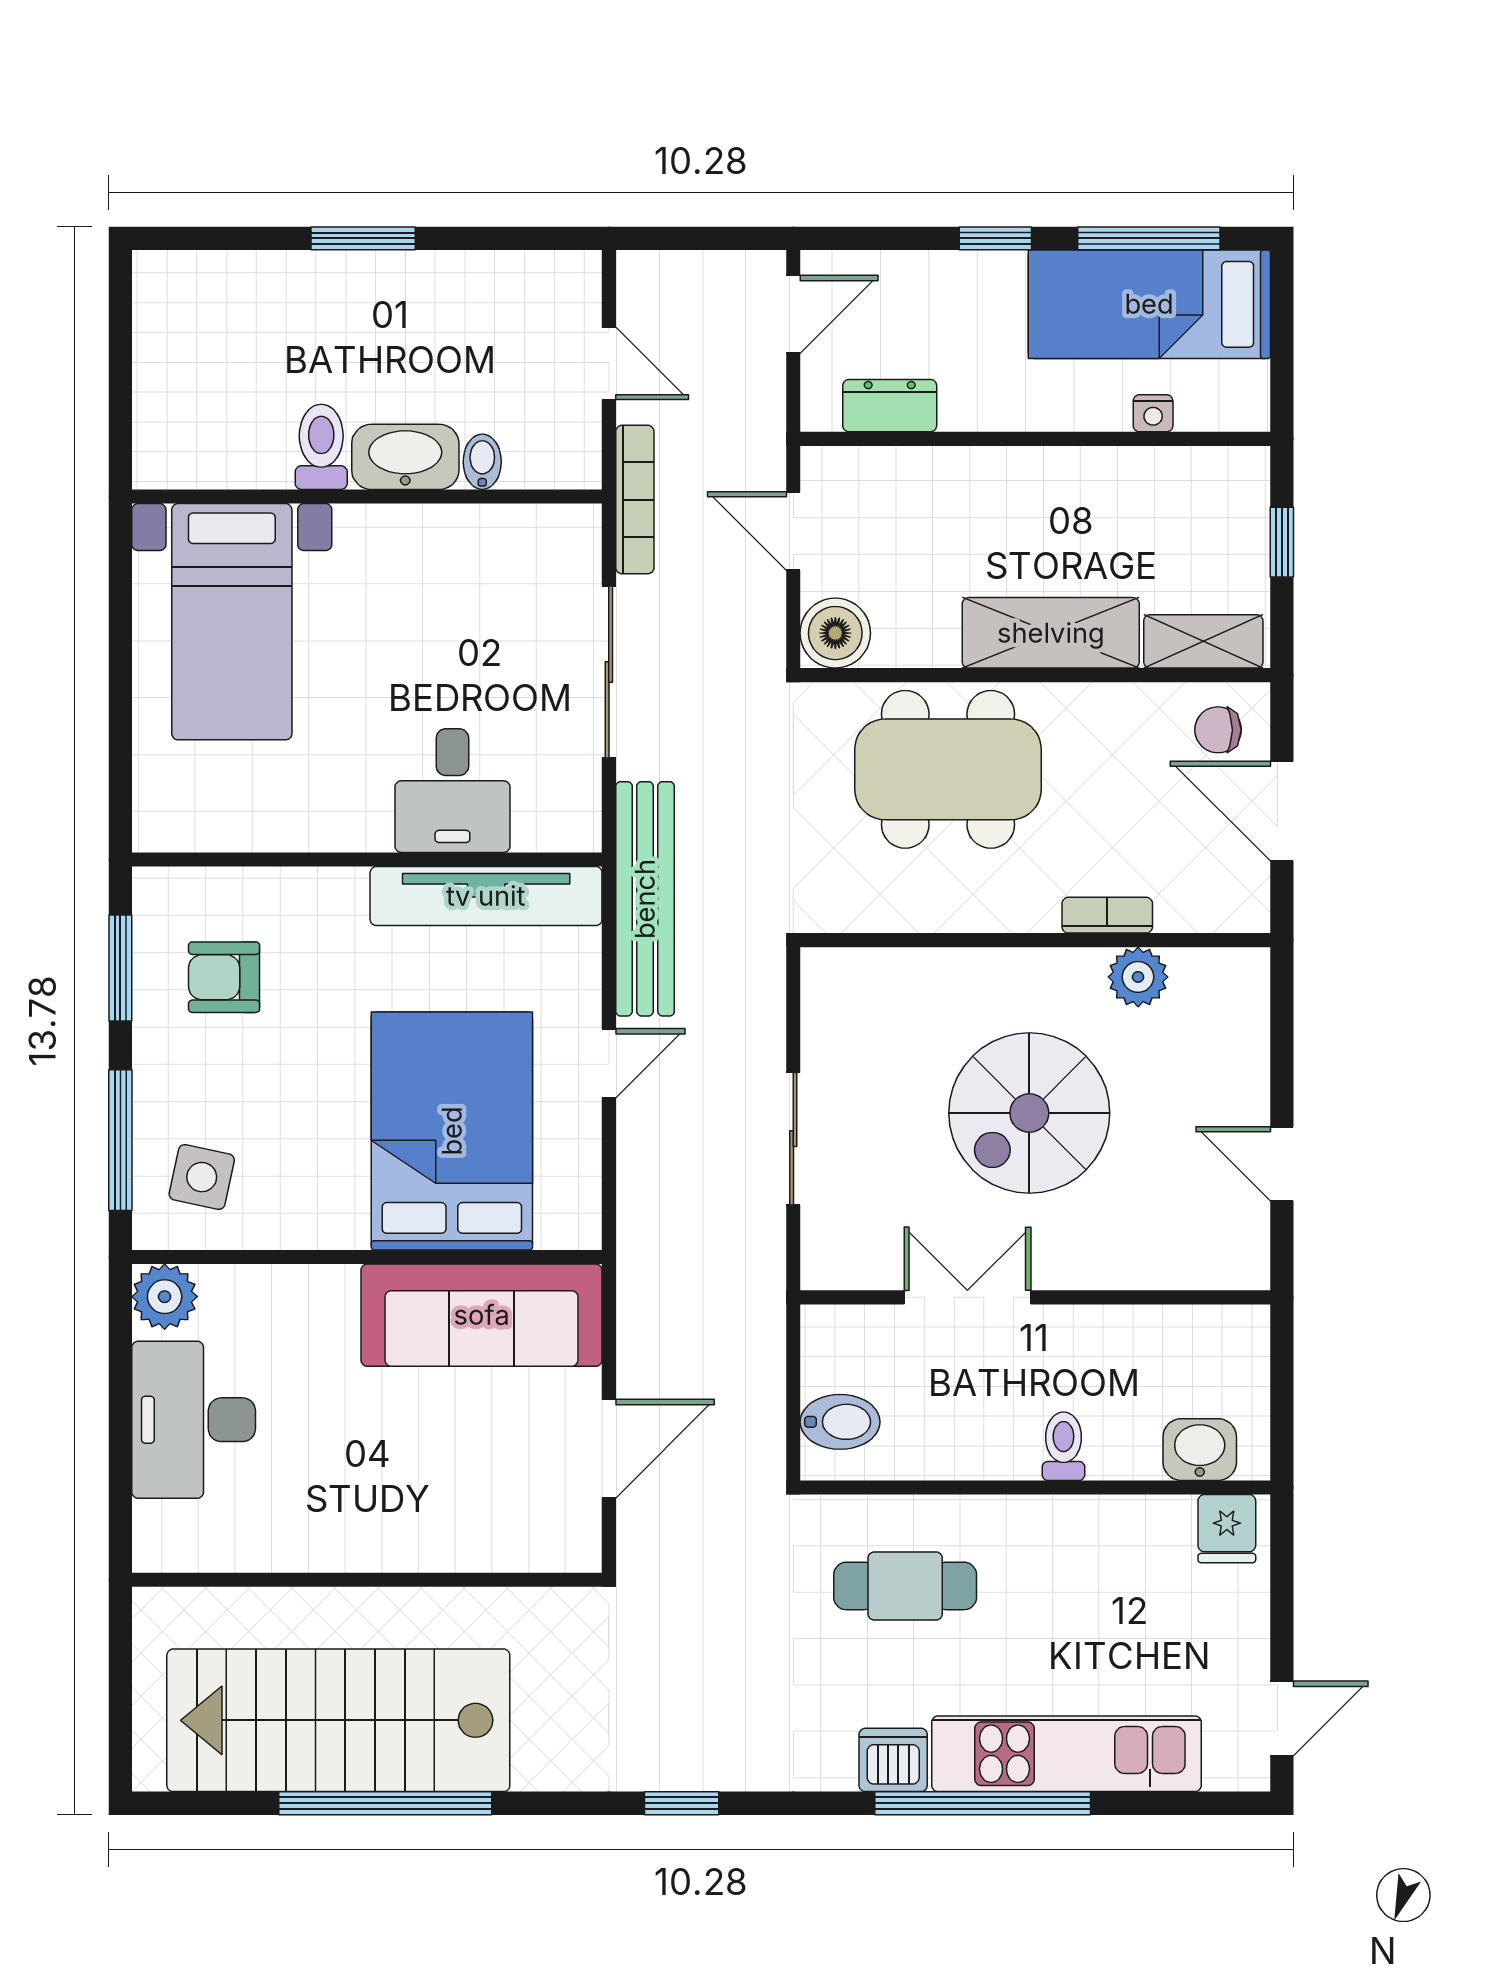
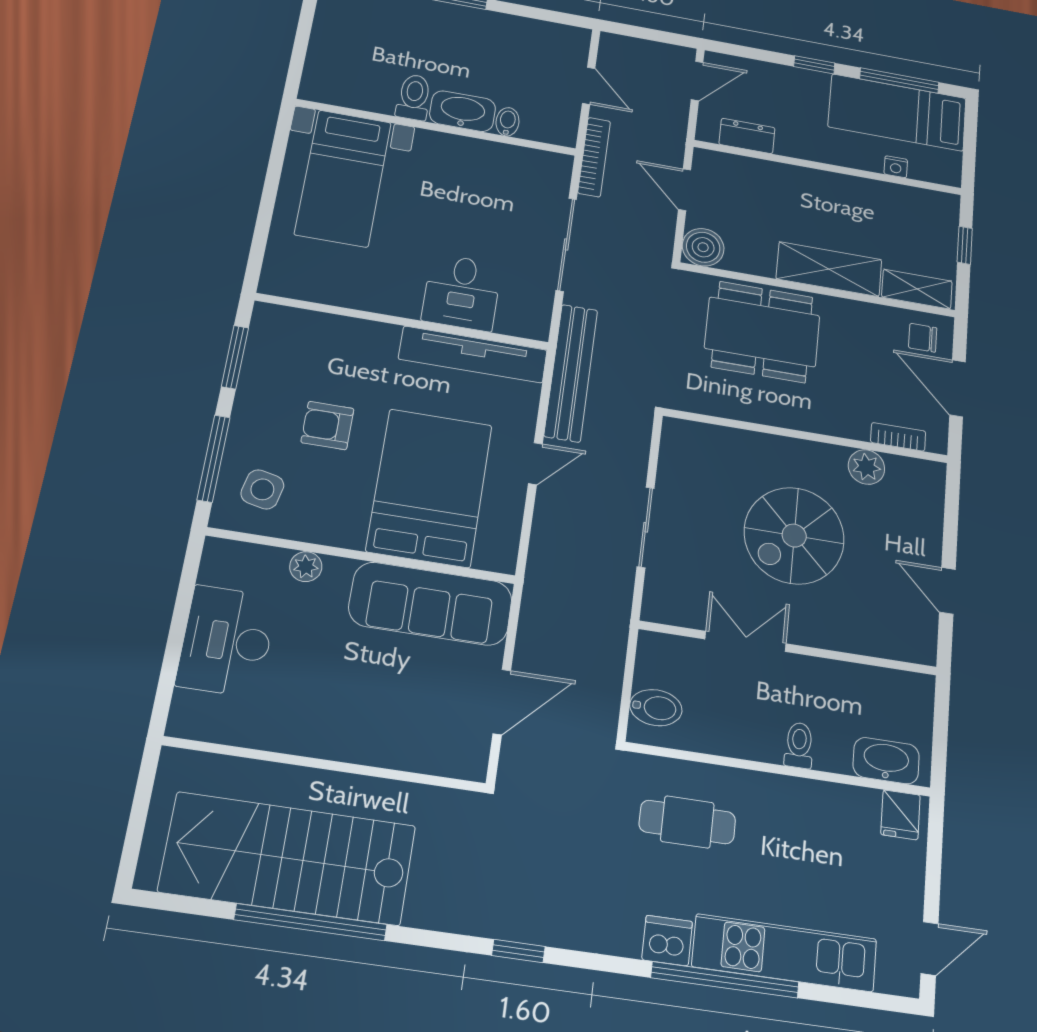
bookcase: (1107, 915) -> (898, 437), moved
armchair: (224, 977) -> (327, 426), moved
plant: (165, 1297) -> (306, 567), moved, width x0.73, depth x0.73
washbasin: (1200, 1450) -> (886, 761), width x1.38

